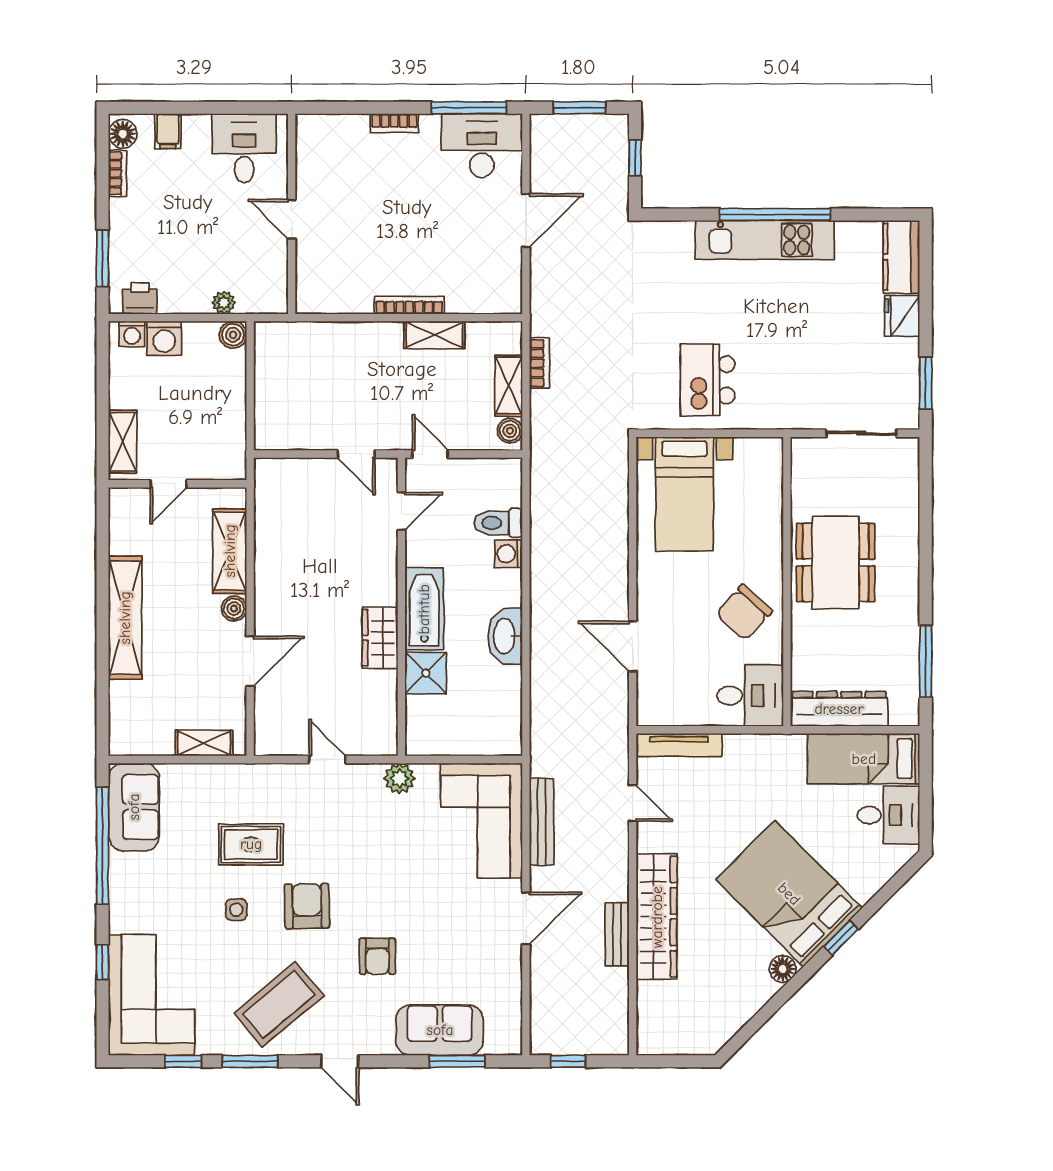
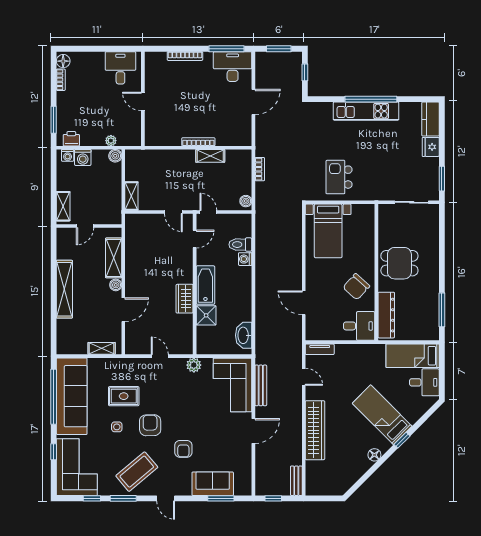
bookcase: (394, 123) -> (185, 56), width x1.56
filing cabinet: (168, 131) -> (85, 60), removed
shelving: (509, 385) -> (131, 196), moved
dining table: (836, 563) -> (399, 263), width x0.73
washbasin: (505, 636) -> (244, 335), moved
dresser: (839, 709) -> (386, 315), moved, turned 90
tv unit: (679, 745) -> (320, 349), width x0.71
sofa: (134, 807) -> (72, 396), width x1.85, depth x1.27
bed: (789, 894) -> (382, 415), width x0.67
bench: (617, 935) -> (296, 481), moved

